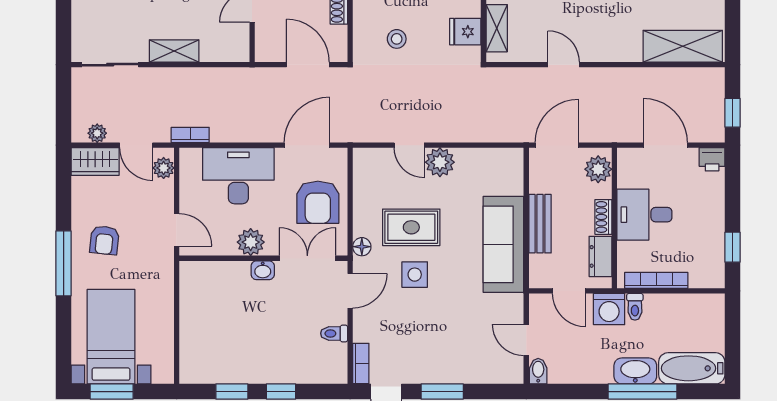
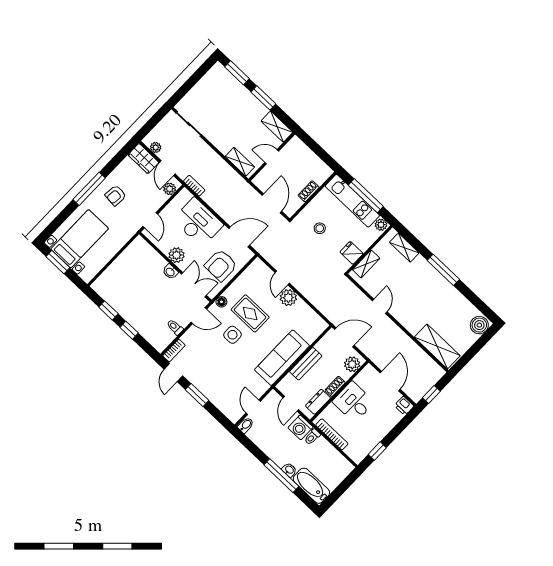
shelving: (174, 51) -> (240, 162), moved
washbasin: (635, 371) -> (289, 470), width x0.52, depth x0.69

